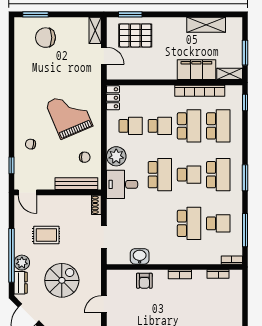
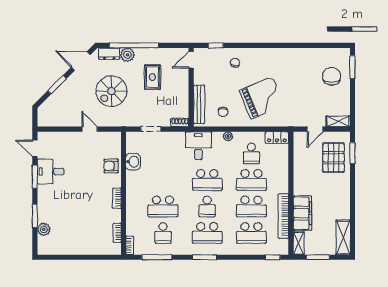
shelving: (206, 25) -> (343, 237), moved
school desk: (160, 126) -> (251, 180), width x1.85
plant: (116, 156) -> (228, 136), width x0.53, depth x0.53
spiral stairs: (62, 280) -> (111, 91), turned 90

